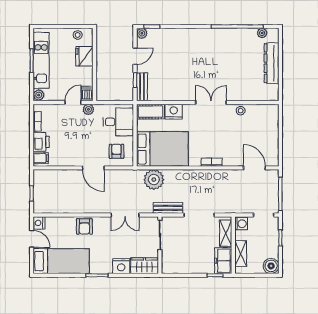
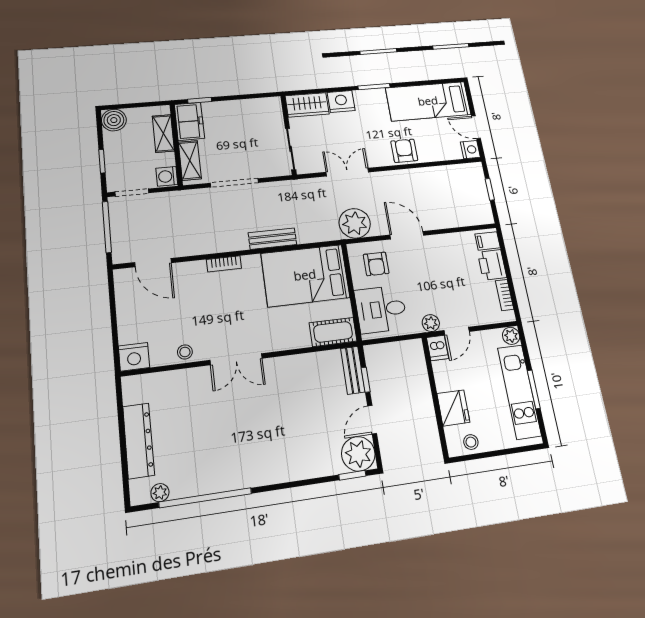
plant: (142, 33) -> (358, 454), width x1.88, depth x1.88
nightstand: (174, 112) -> (134, 357), moved
plant: (154, 180) -> (355, 223), moved
bench: (168, 208) -> (272, 239), moved

